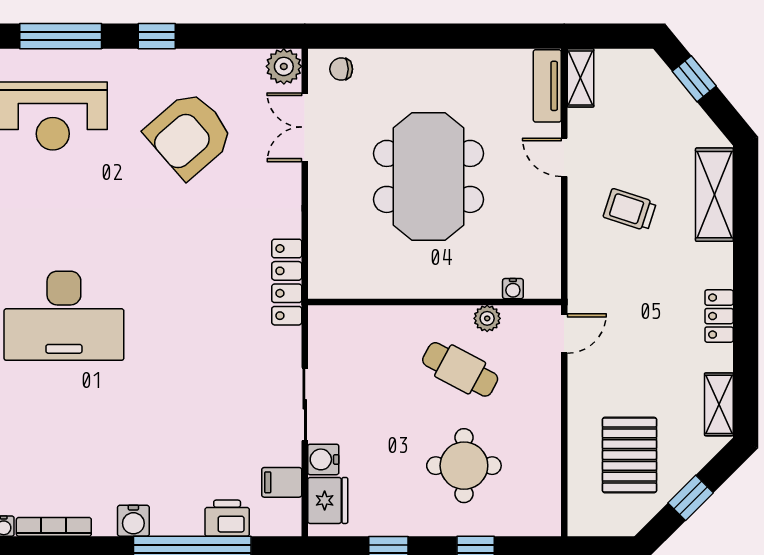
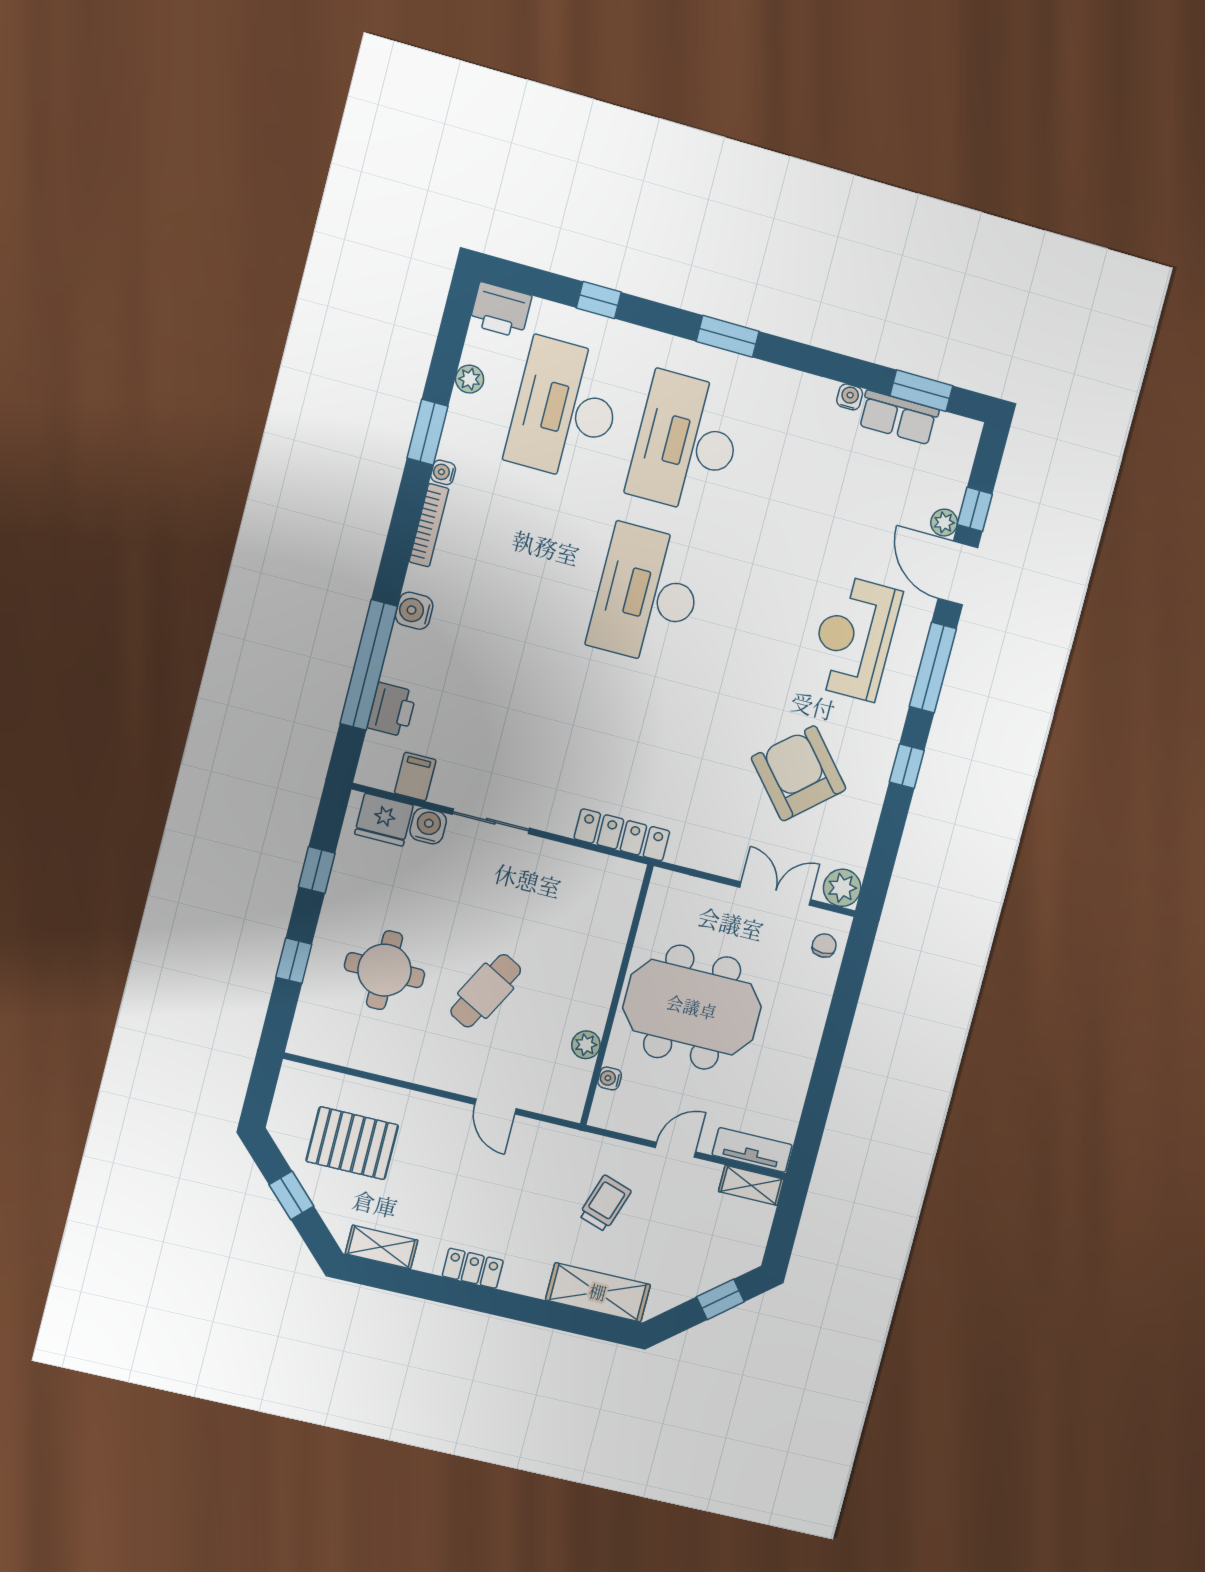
water cooler: (513, 289) -> (610, 1078), moved
wall: (434, 302) -> (617, 995), moved
plant: (487, 318) -> (586, 1045), moved

